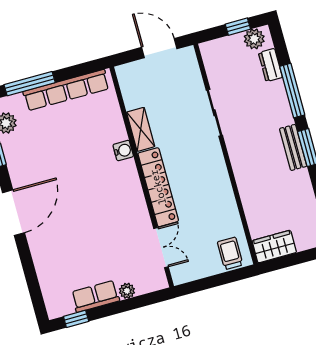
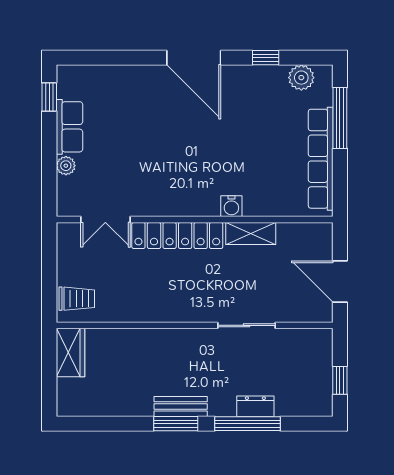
plant: (254, 39) -> (320, 396), removed
door: (159, 48) -> (340, 281), swing flipped
dresser: (270, 65) -> (255, 406), moved

